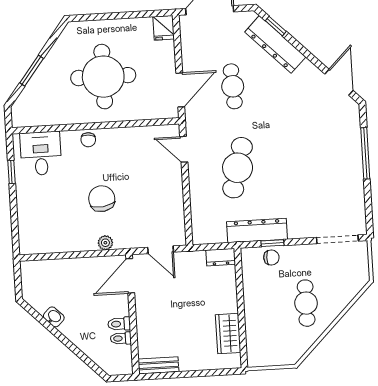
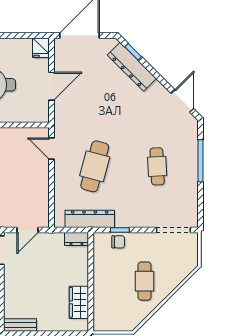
cafe table: (233, 86) -> (157, 166), moved
door: (180, 90) -> (51, 86), moved
dresser: (257, 230) -> (90, 219), moved
door: (161, 250) -> (27, 230), hinge flipped

